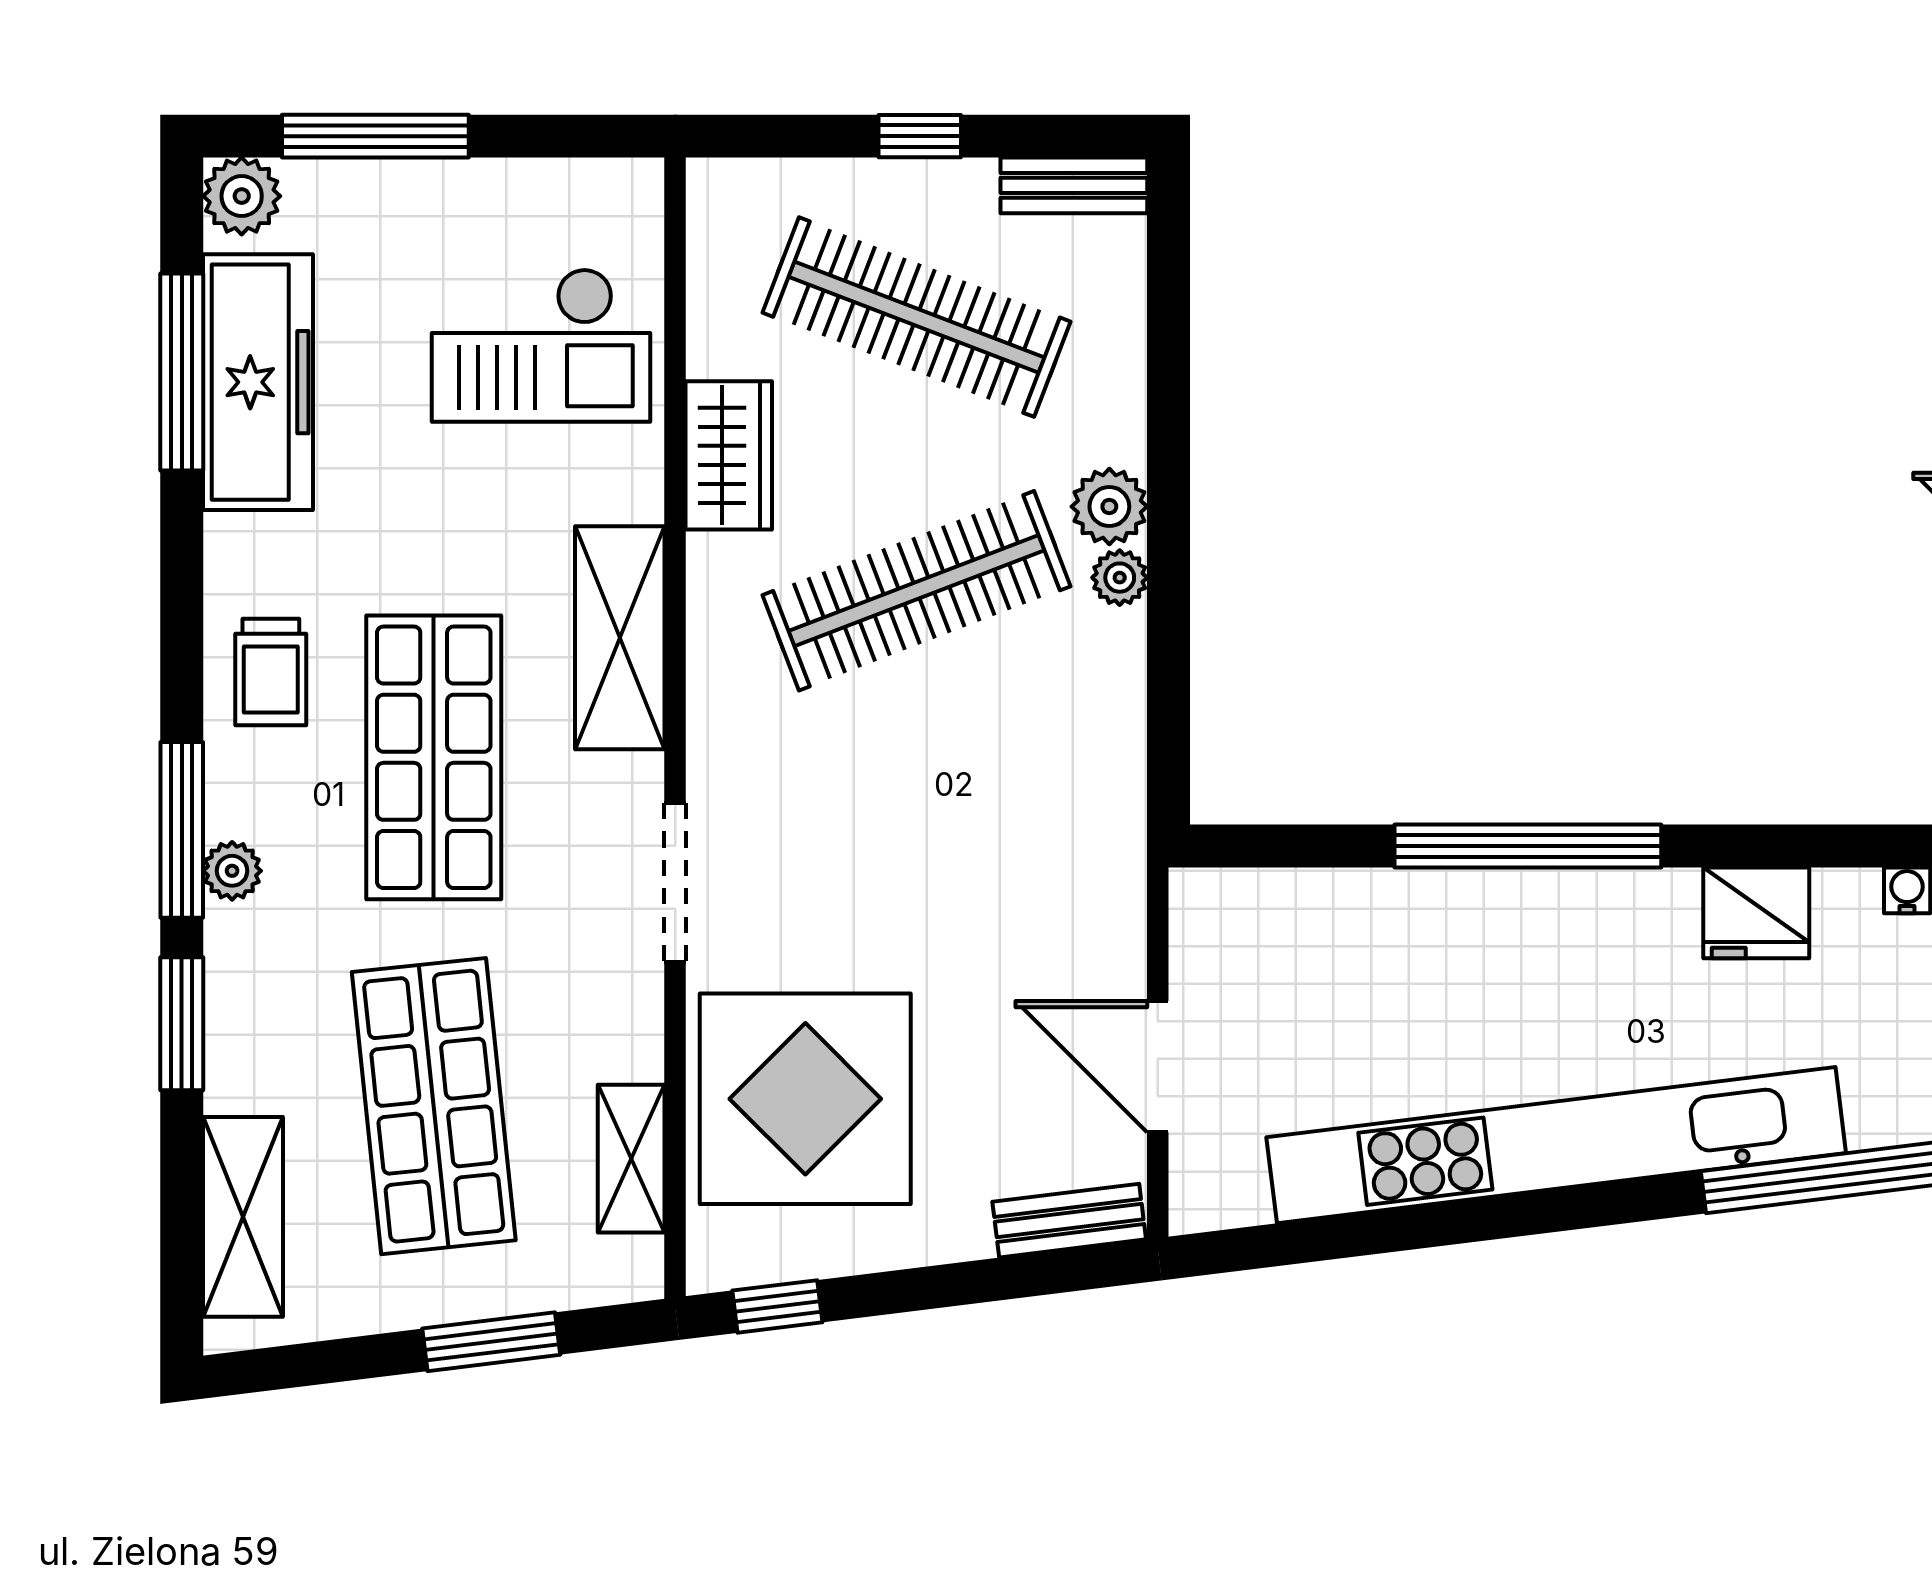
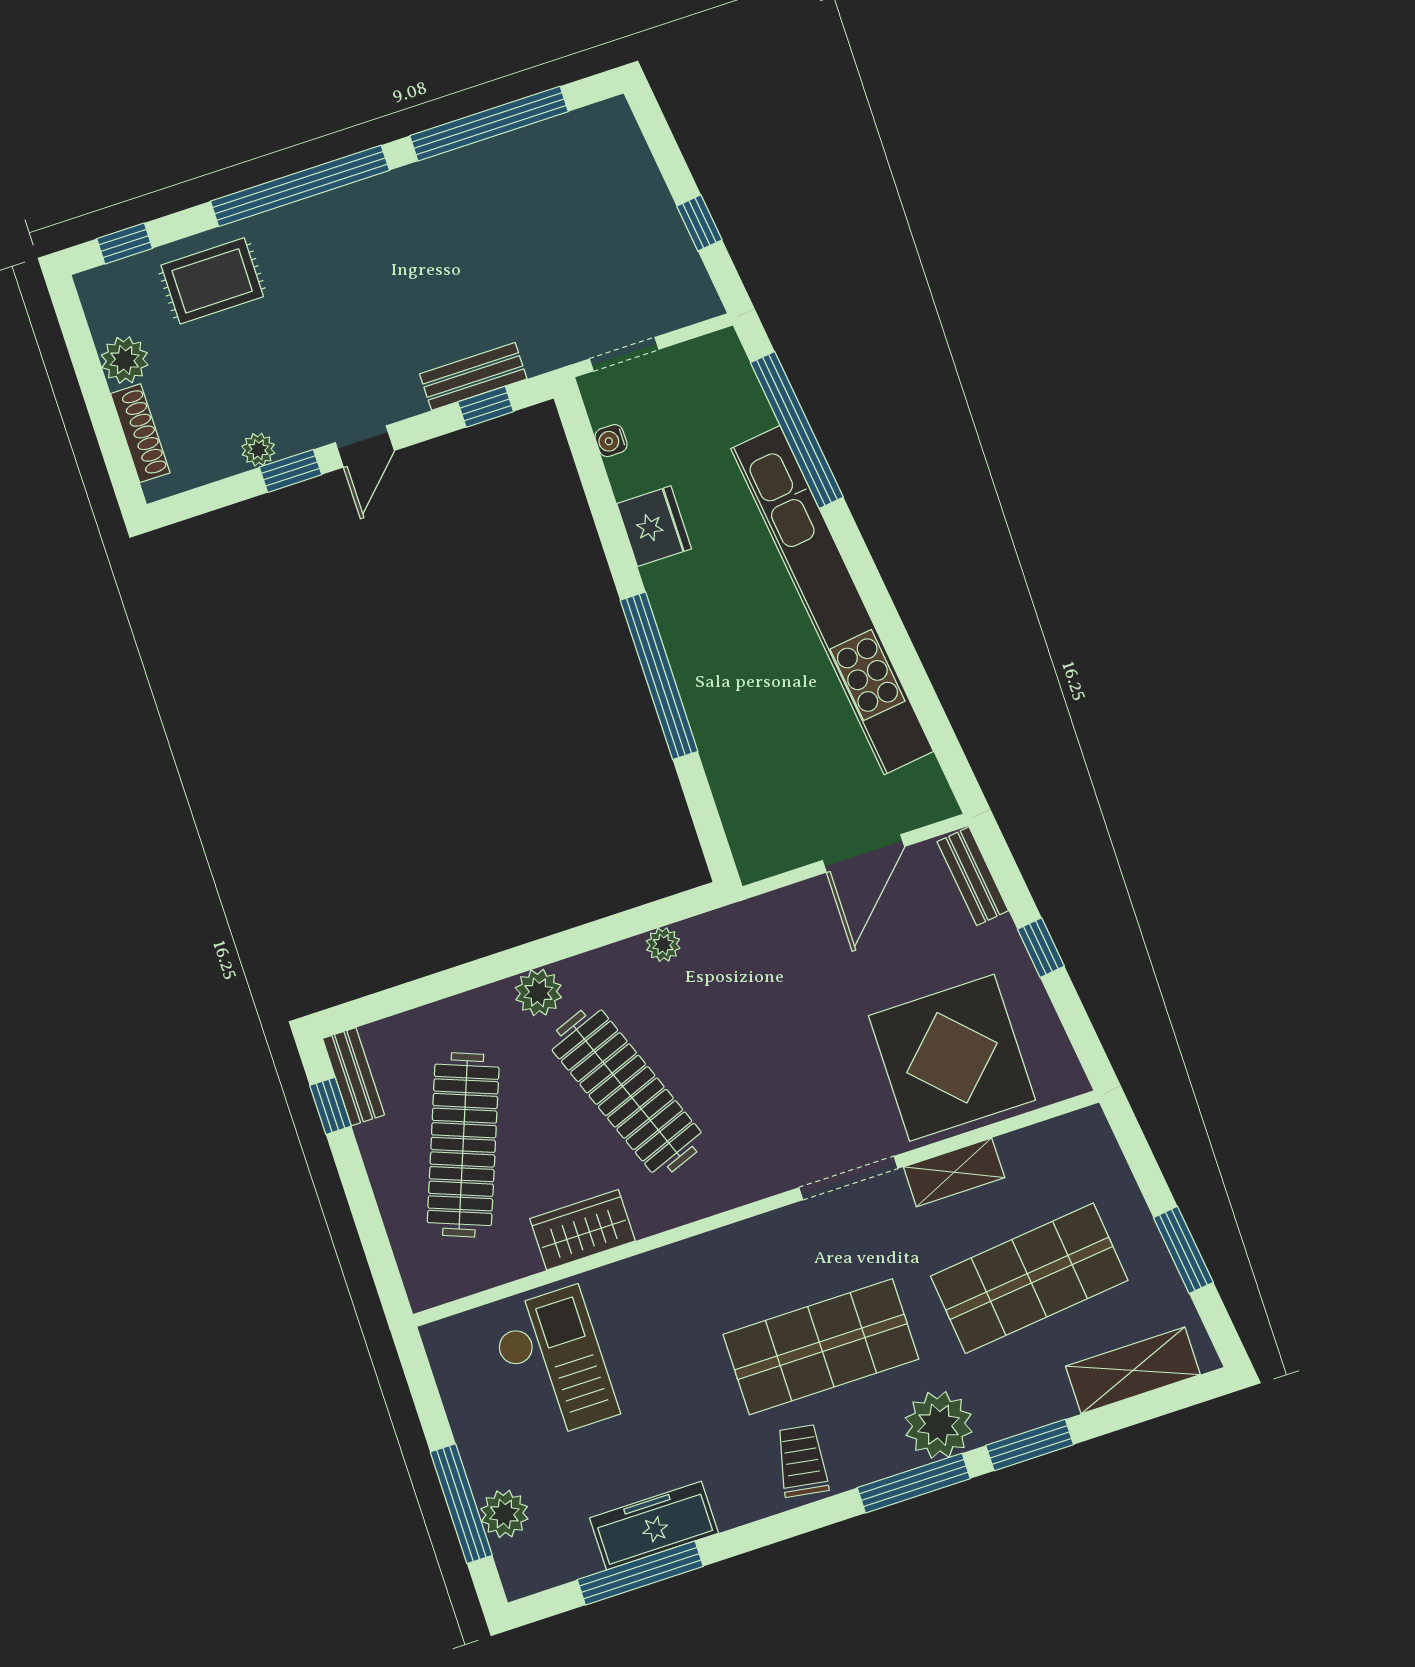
window: (920, 136) -> (331, 1106), moved
plant: (242, 196) -> (504, 1514), moved
freezer: (258, 382) -> (654, 1526), width x0.73, depth x0.79
plant: (1120, 578) -> (663, 945), moved
shelving: (620, 638) -> (713, 1259), removed
trolley: (271, 672) -> (802, 1461), turned -81
plant: (232, 871) -> (939, 1425), width x1.88, depth x1.88
shelving: (631, 1159) -> (954, 1172), moved
window: (777, 1306) -> (1041, 948), moved
window: (491, 1342) -> (1183, 1250), moved

